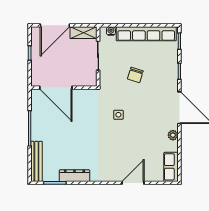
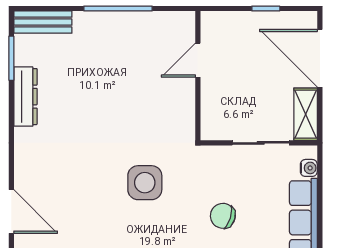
door: (56, 88) -> (198, 60), width x0.53
side table: (118, 115) -> (145, 183), width x1.87, depth x1.87
bench: (36, 161) -> (43, 22), width x0.73

